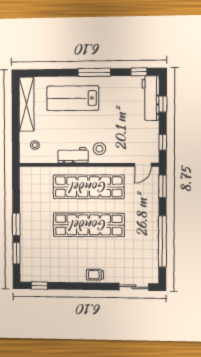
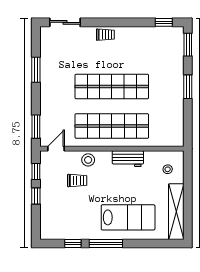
window: (139, 72) -> (73, 244), moved
workbench: (151, 98) -> (48, 217), removed
window: (163, 104) -> (36, 196), moved
trolley: (122, 134) -> (77, 181), added
stool: (99, 149) -> (88, 160), moved
window: (162, 241) -> (36, 70), width x0.47
window: (16, 253) -> (188, 45), moved

